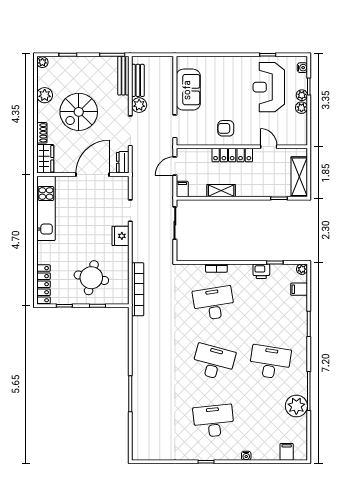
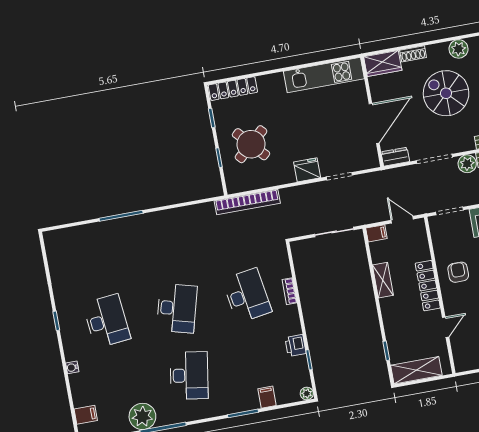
door: (93, 175) -> (374, 123), hinge flipped
round table: (91, 278) -> (251, 144), turned 36
filing cabinet: (299, 289) -> (267, 397), moved

